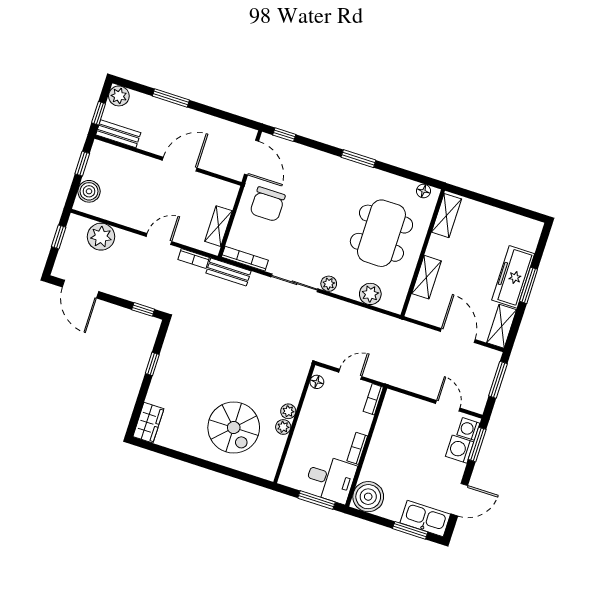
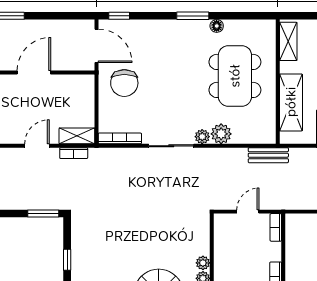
floor lamp: (423, 191) -> (217, 26), moved
shelving: (218, 226) -> (77, 136), moved, turned 90
bench: (229, 272) -> (268, 155), moved
shelving: (426, 277) -> (291, 102), width x1.50, depth x1.33
plant: (370, 294) -> (221, 134), moved
window: (143, 309) -> (43, 213), width x1.50
floor lamp: (317, 382) -> (220, 228), removed

